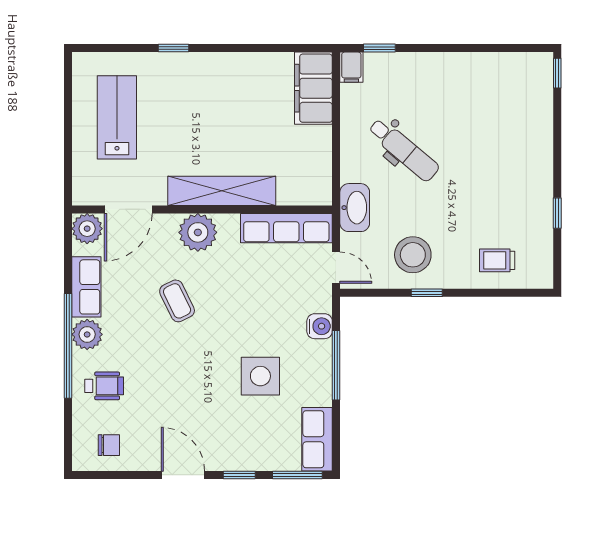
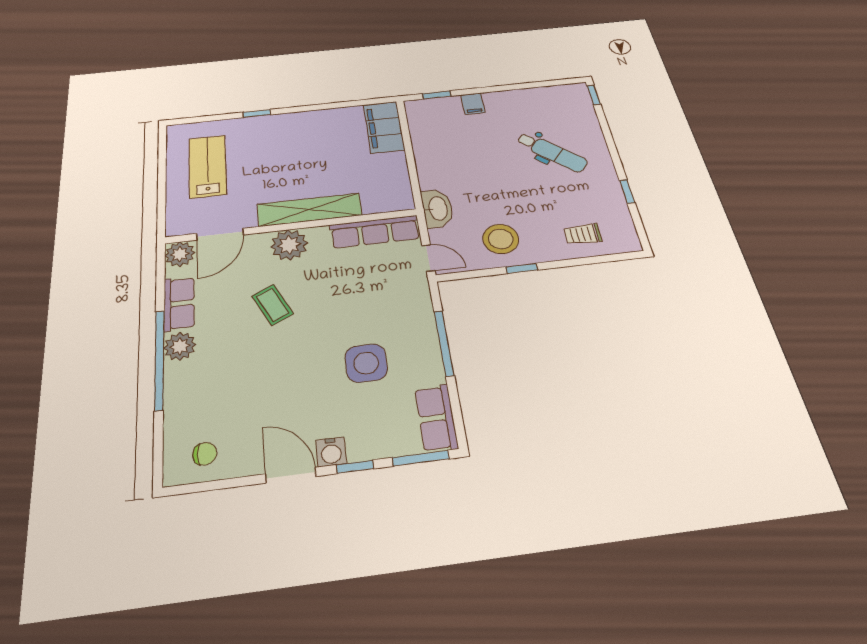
filing cabinet: (351, 67) -> (473, 104), moved
dental chair: (404, 150) -> (552, 152), moved
water cooler: (320, 326) -> (331, 452), moved, turned 90
wheelchair: (104, 386) -> (198, 393), removed

